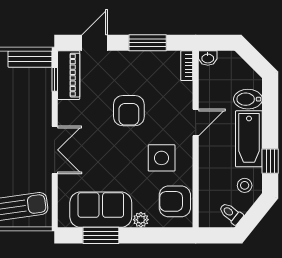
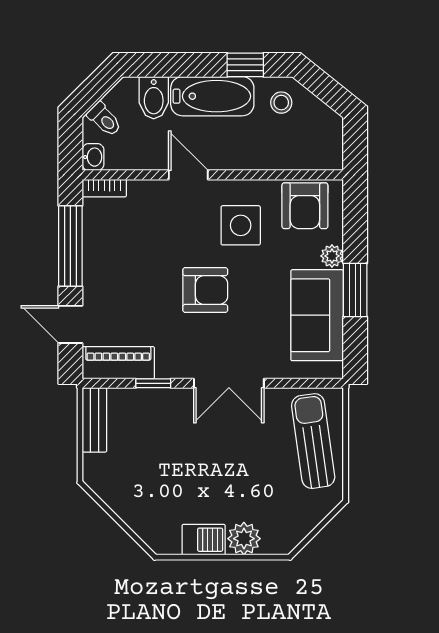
window: (148, 43) -> (70, 246), width x1.44
window: (55, 79) -> (153, 383), moved
armchair: (129, 111) -> (205, 290), moved
double door: (55, 150) -> (229, 383), swing flipped
toilet: (231, 213) -> (104, 119), moved, turned -84
window: (101, 235) -> (355, 290), moved

